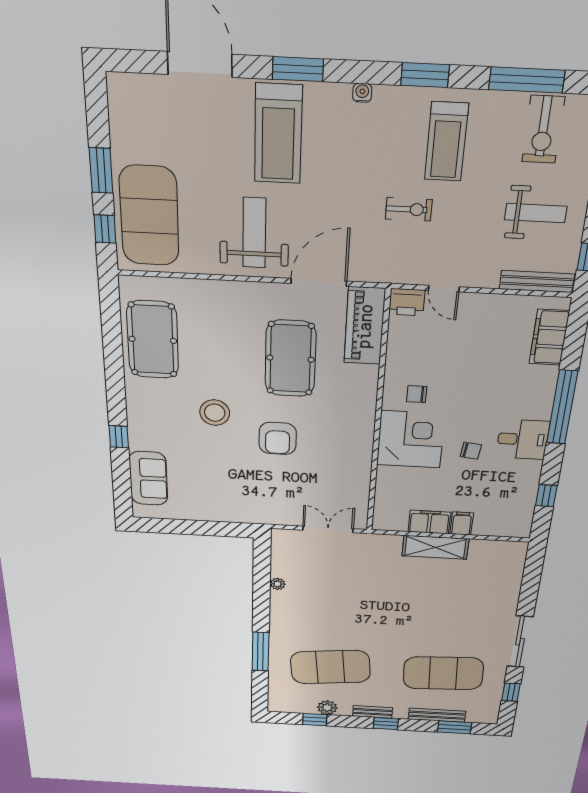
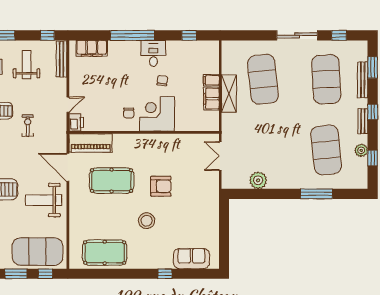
plant: (278, 584) -> (258, 180), width x1.87, depth x1.87
exercise mat: (454, 594) -> (263, 79), added

